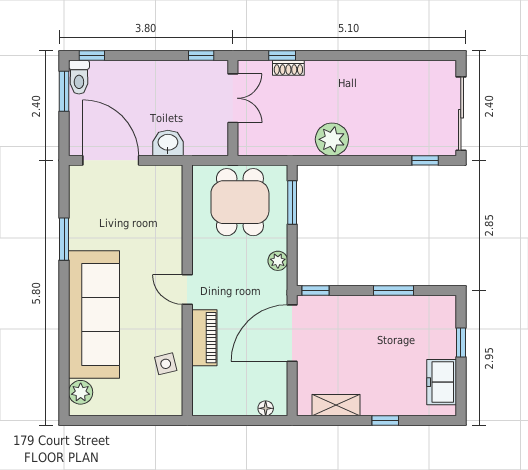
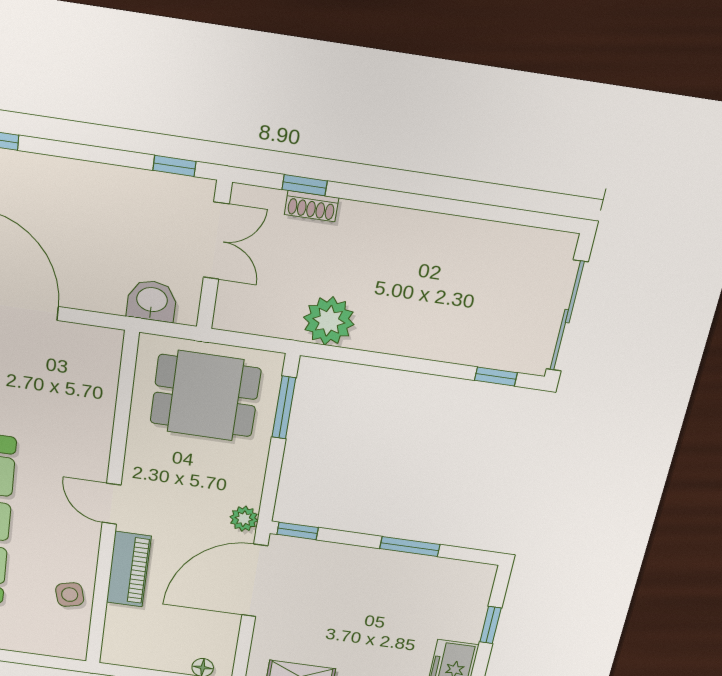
plant: (332, 139) -> (329, 321), moved
washbasin: (168, 143) -> (152, 301), moved
dining table: (240, 202) -> (205, 396), turned 90
plant: (278, 261) -> (244, 519), moved

